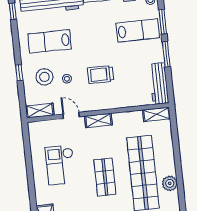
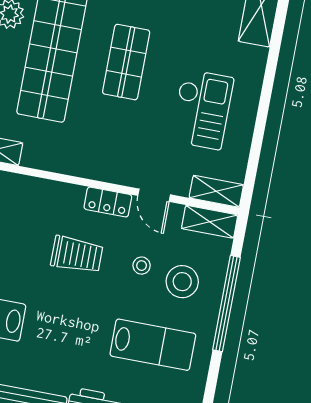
window: (19, 73) -> (226, 304), width x3.17
locker: (93, 105) -> (108, 202), added
shelving: (98, 121) -> (216, 191), moved

